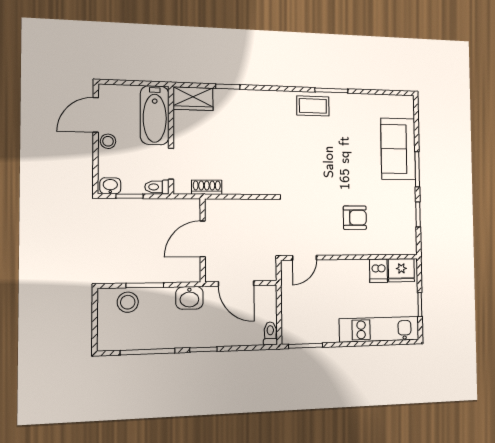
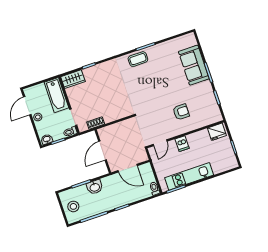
dishwasher: (378, 271) -> (182, 144), moved
washbasin: (189, 298) -> (95, 187), moved
stool: (128, 302) -> (73, 206), moved
kitchen unit: (379, 329) -> (189, 176), moved

